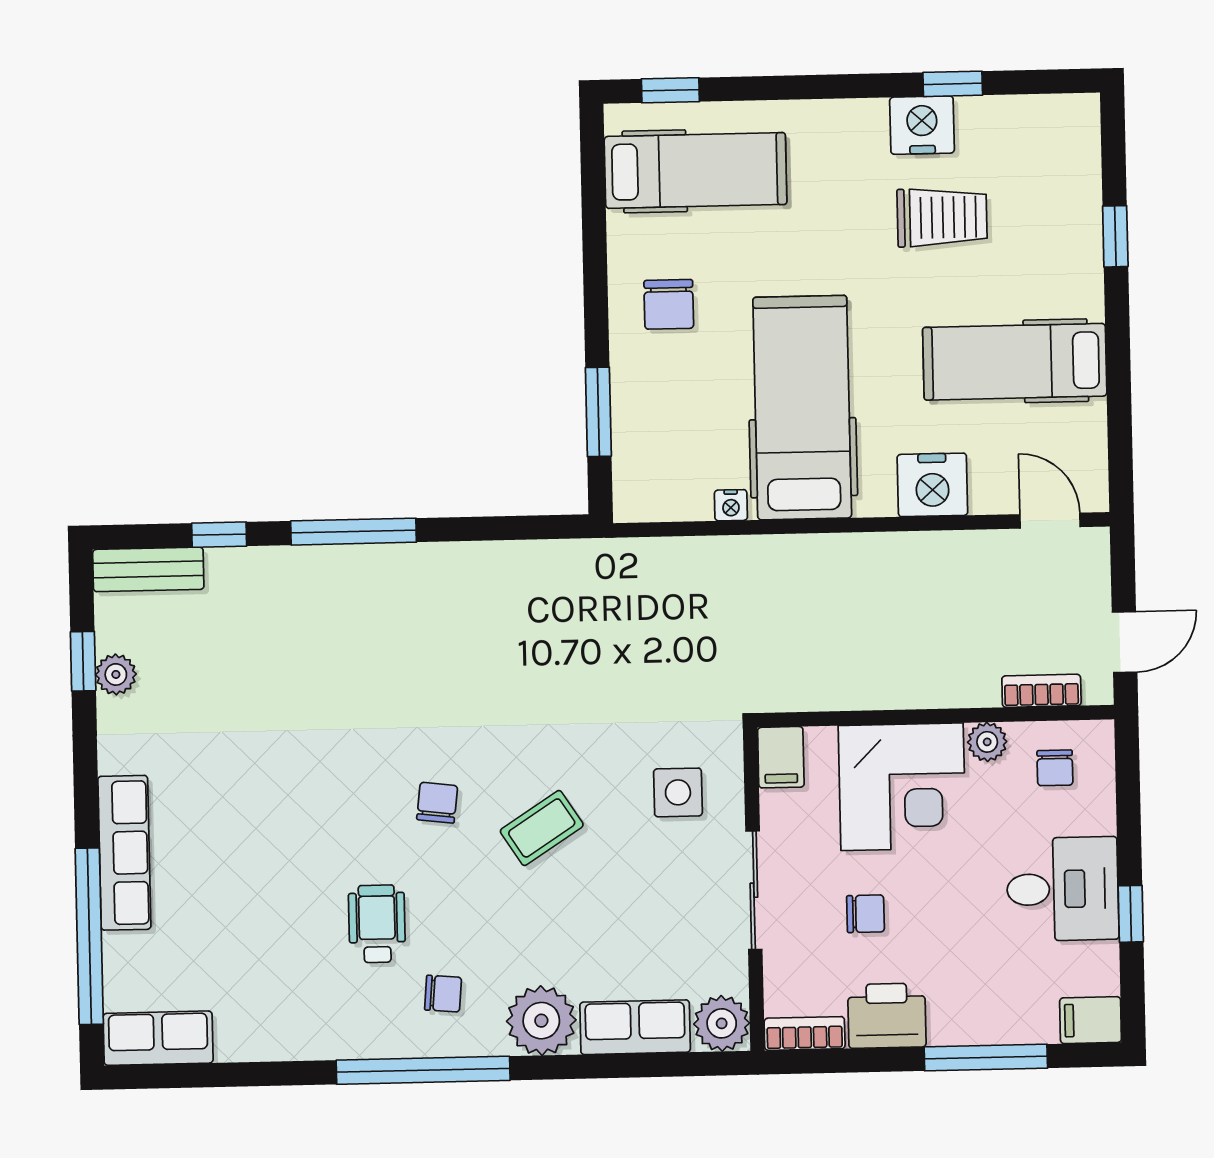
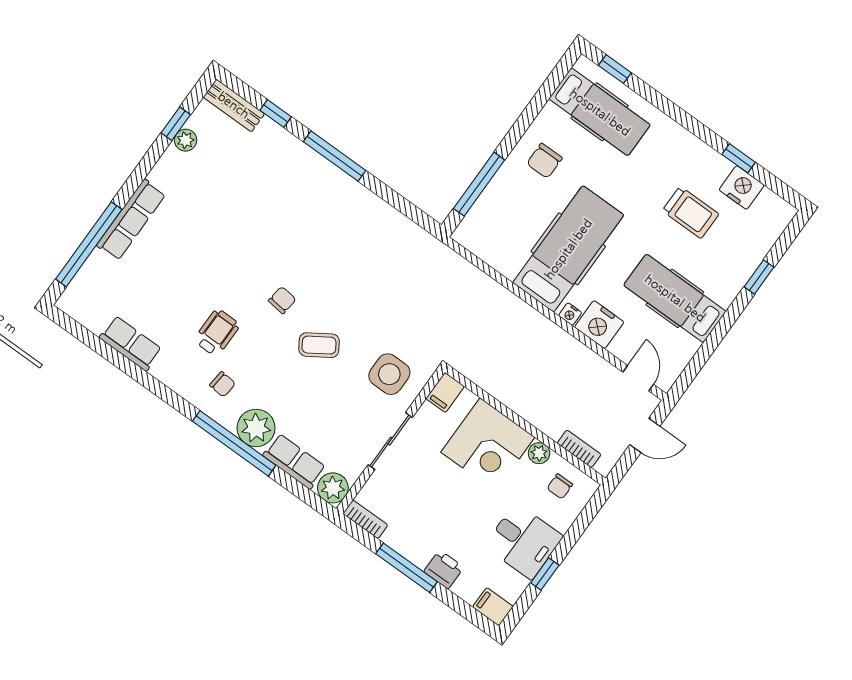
nightstand: (922, 125) -> (742, 188), moved
window: (598, 412) -> (479, 184), width x1.44
nightstand: (731, 505) -> (570, 314), moved
door: (1125, 642) -> (645, 435), moved
side table: (678, 792) -> (389, 374), width x1.37, depth x1.37
chair: (866, 914) -> (431, 488), removed
printer: (887, 1016) -> (444, 569), moved, width x0.73, depth x0.81
row of seats: (158, 1038) -> (131, 343), moved
window: (986, 1057) -> (407, 568), moved
window: (423, 1070) -> (234, 443), moved

